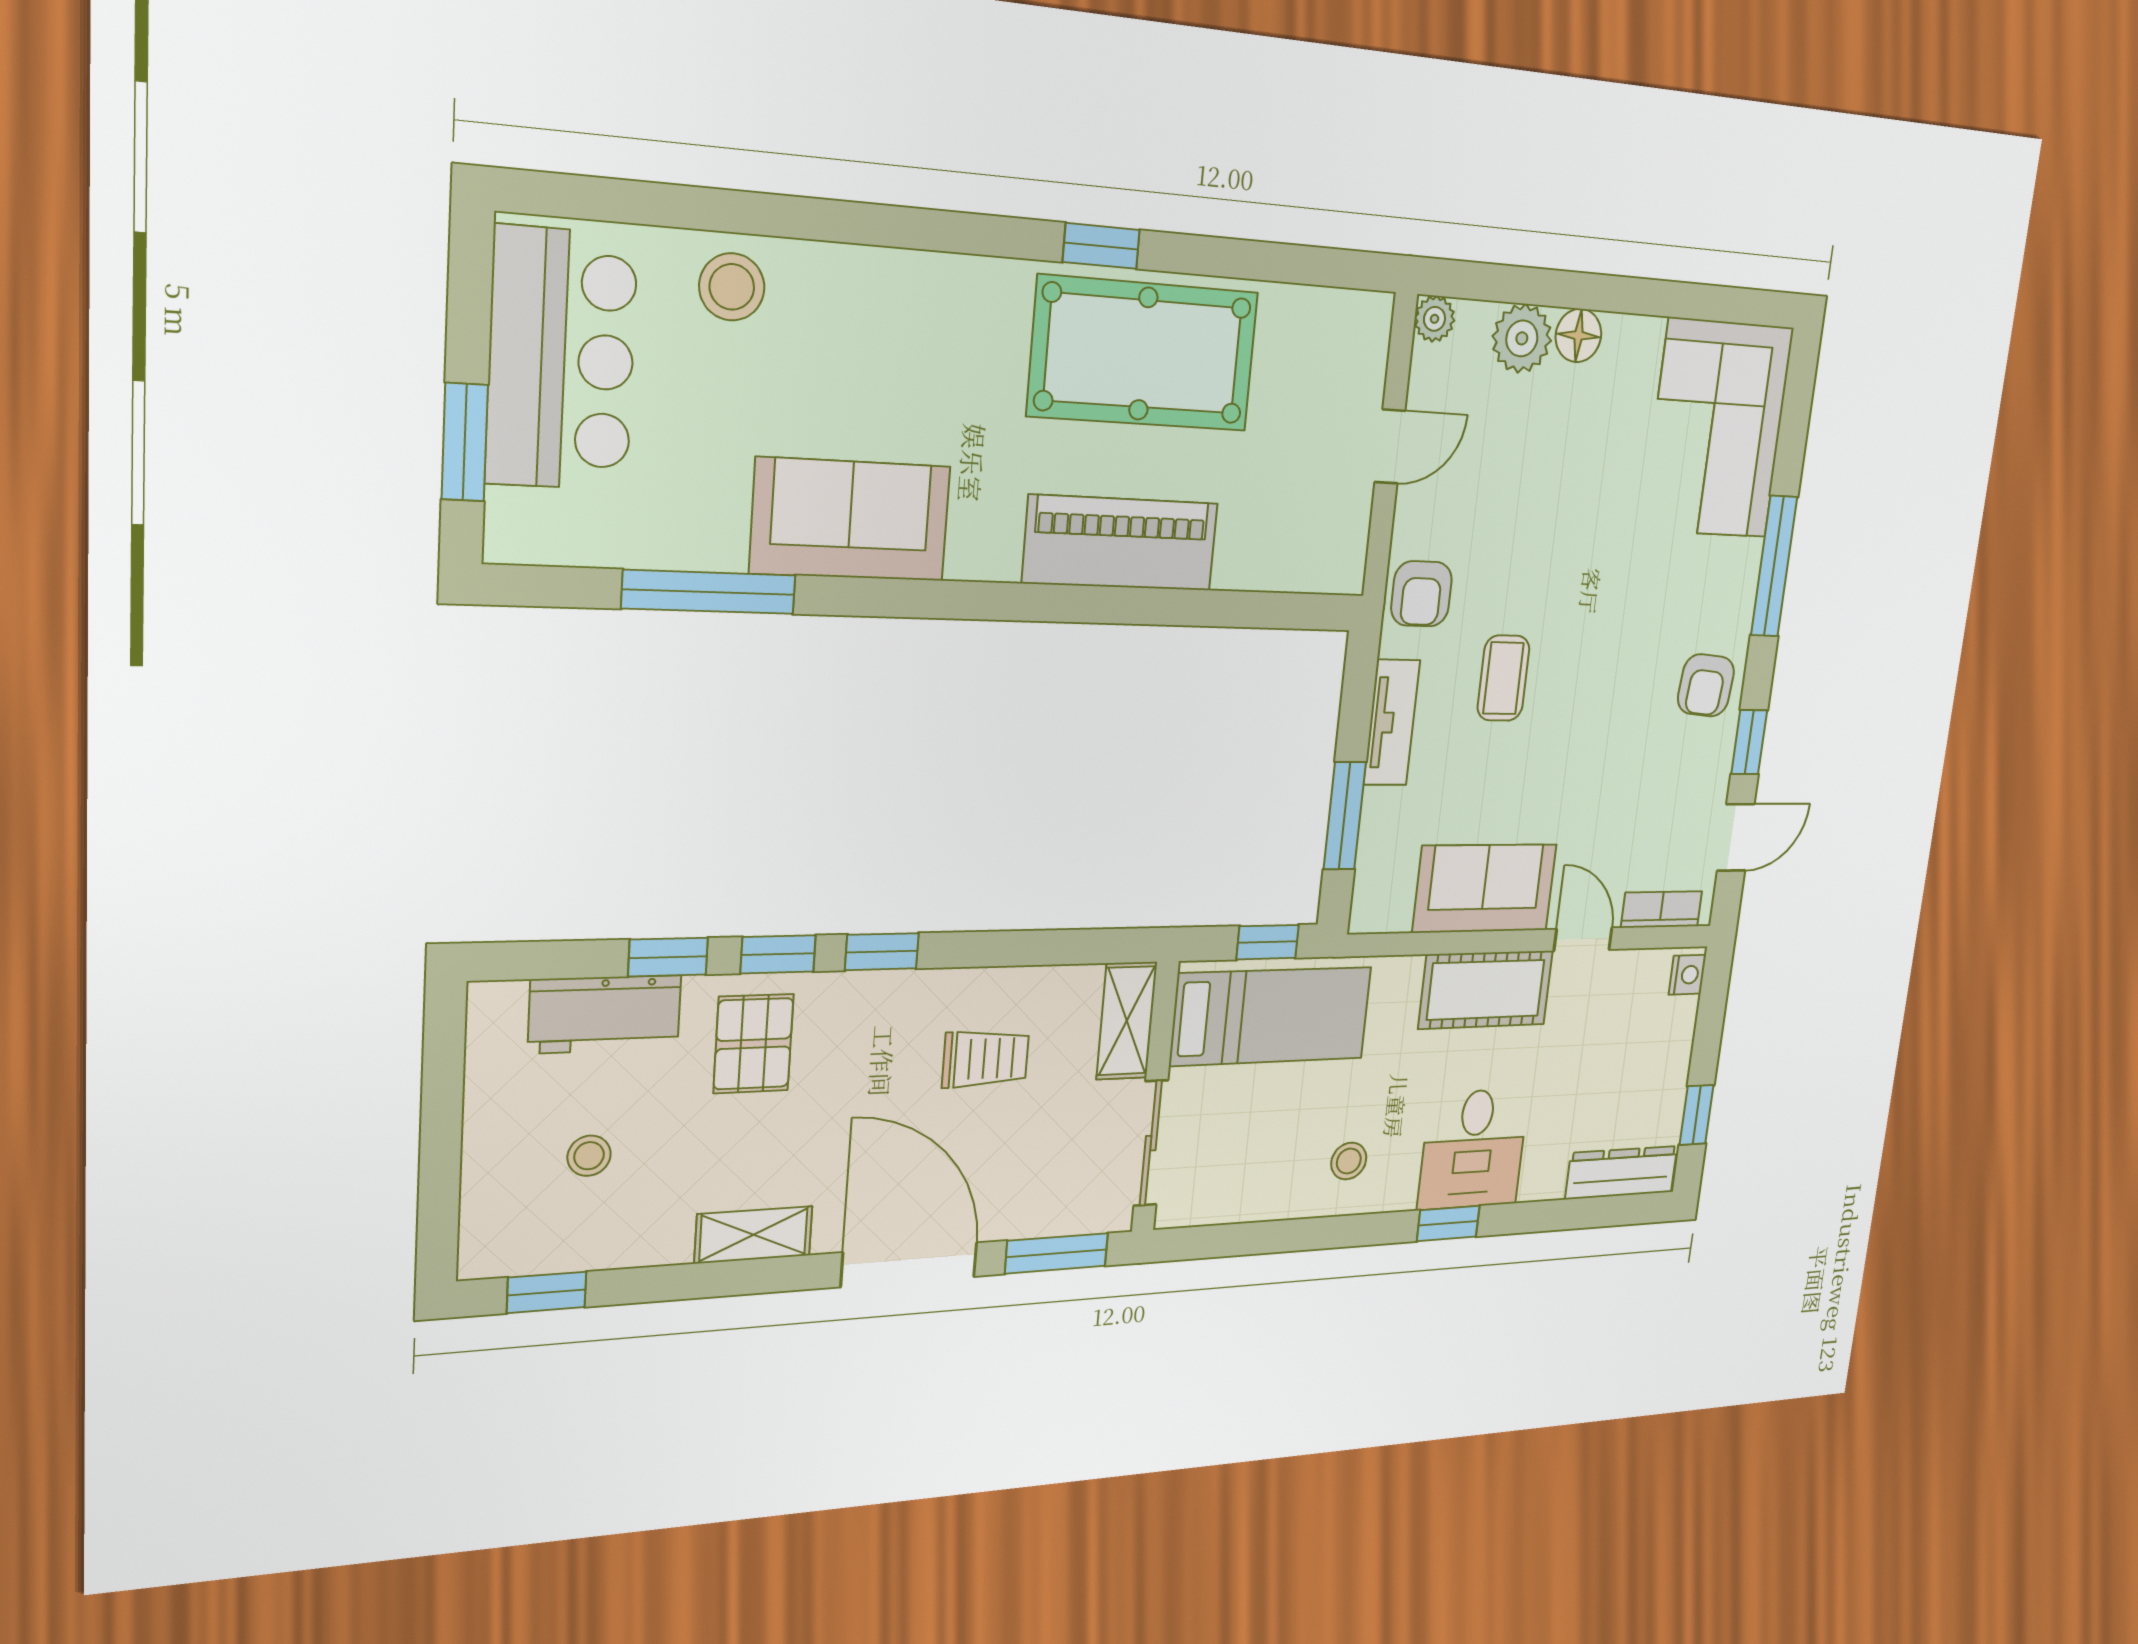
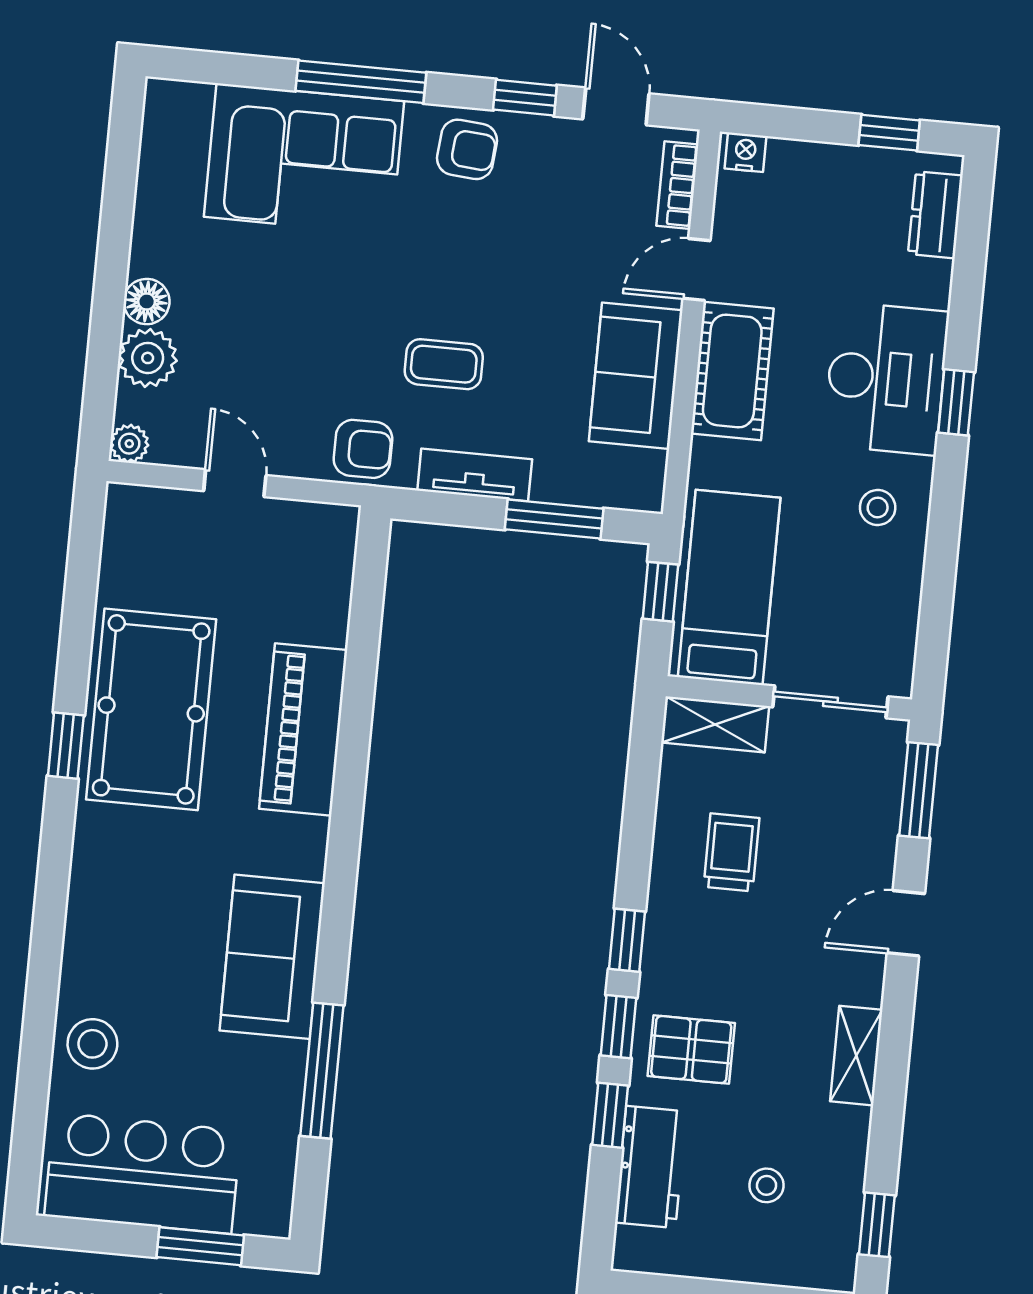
corner sofa: (1718, 429) -> (304, 159), moved
desk: (1473, 1149) -> (886, 378), width x1.37
dresser: (1622, 1173) -> (935, 215), width x0.70
door: (909, 1265) -> (906, 923), width x0.53

